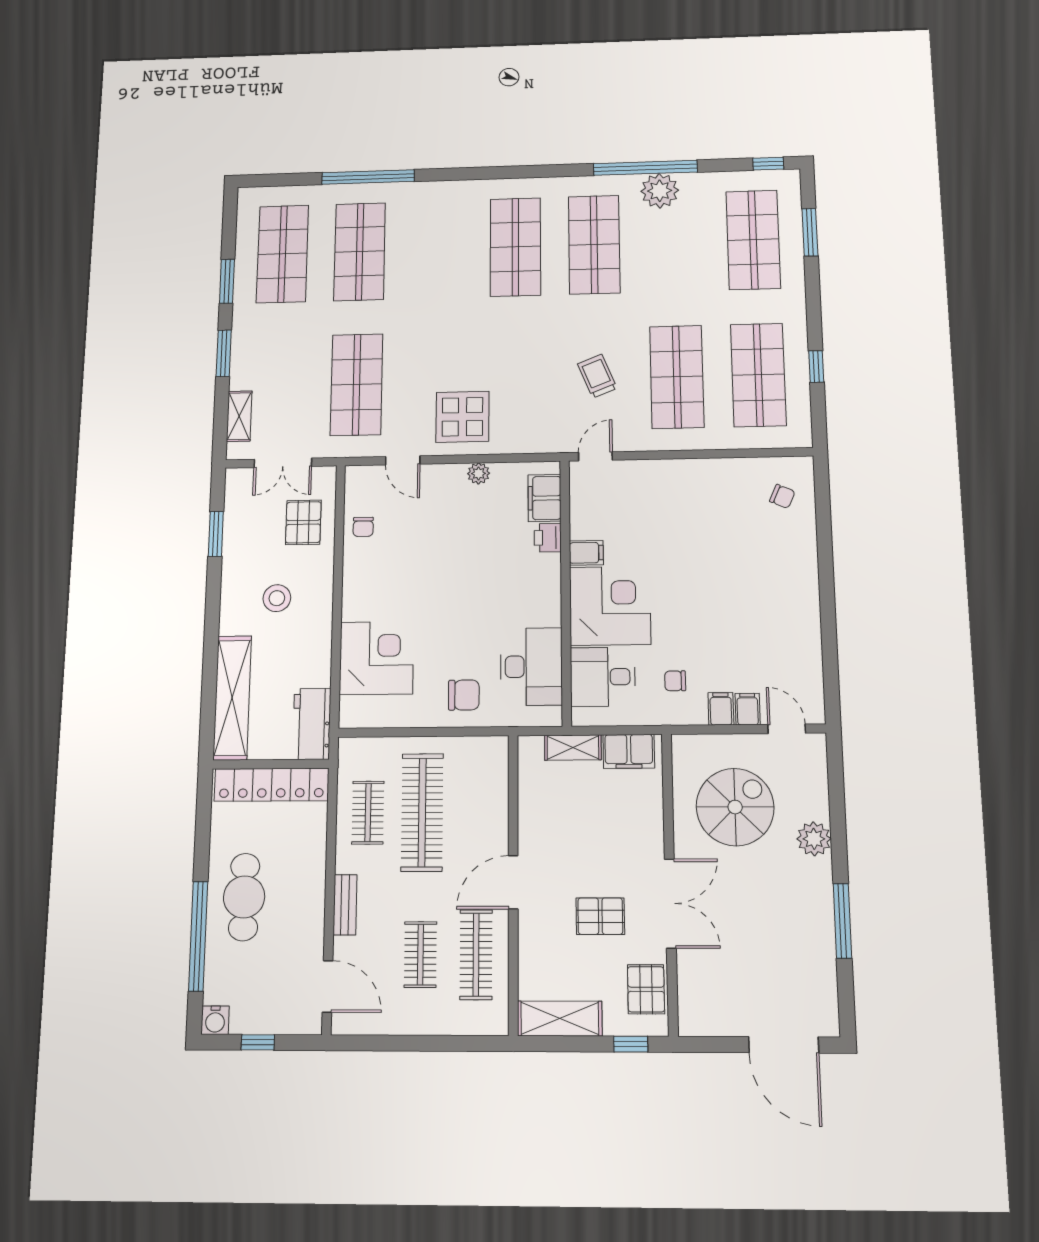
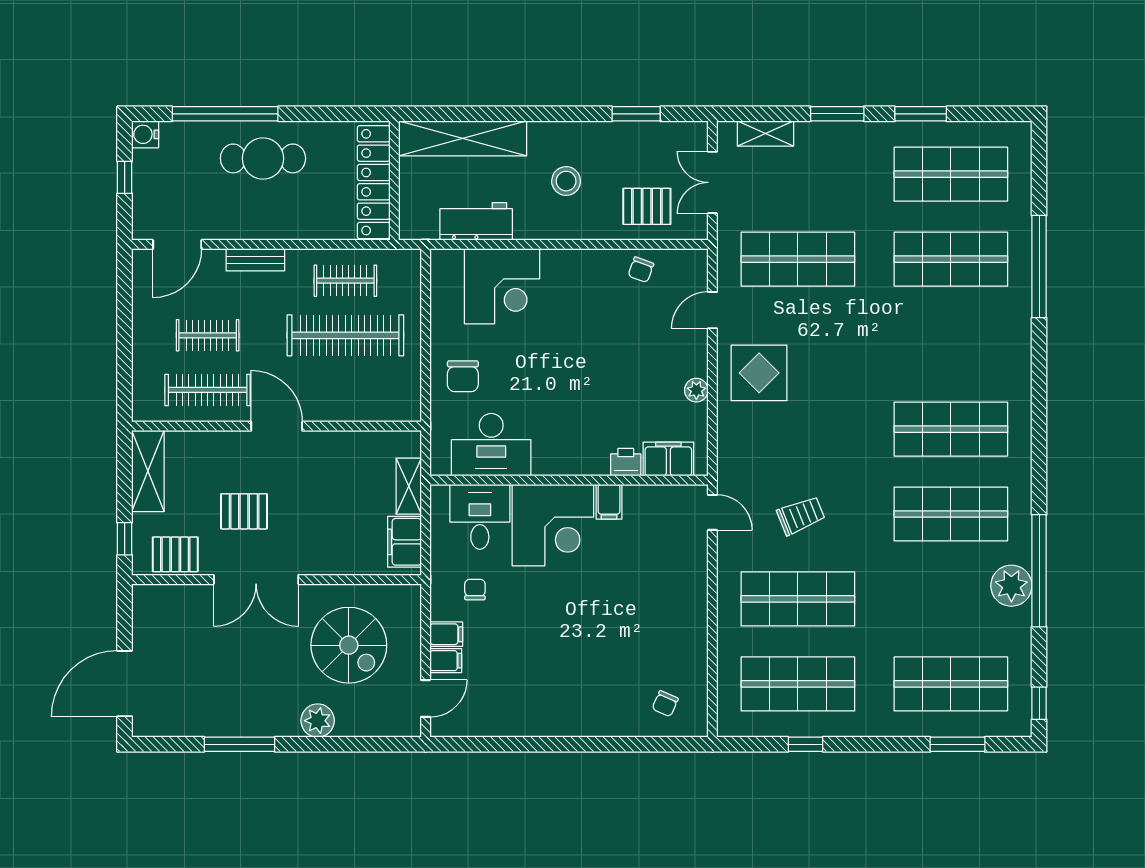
chair: (363, 527) -> (641, 270), turned -70
workbench: (312, 724) -> (476, 221), moved
pallet: (600, 916) -> (244, 511), turned 90

